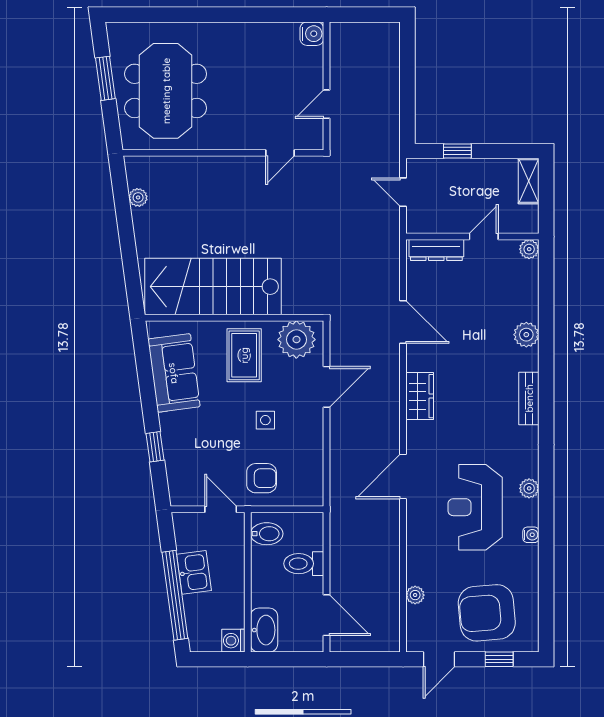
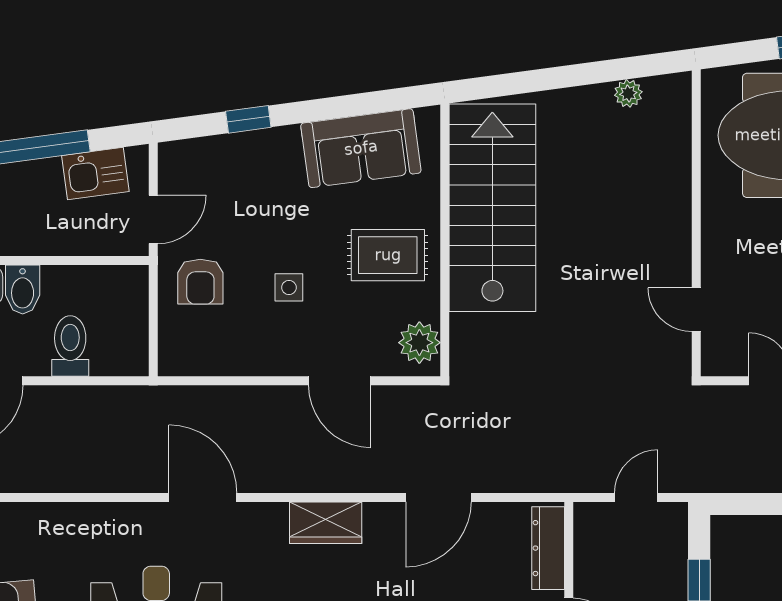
plant: (296, 340) -> (419, 343), width x0.73, depth x0.73
bidet: (267, 534) -> (23, 289), moved
kitchen sink: (194, 572) -> (95, 174), moved
plant: (415, 595) -> (22, 516), removed

